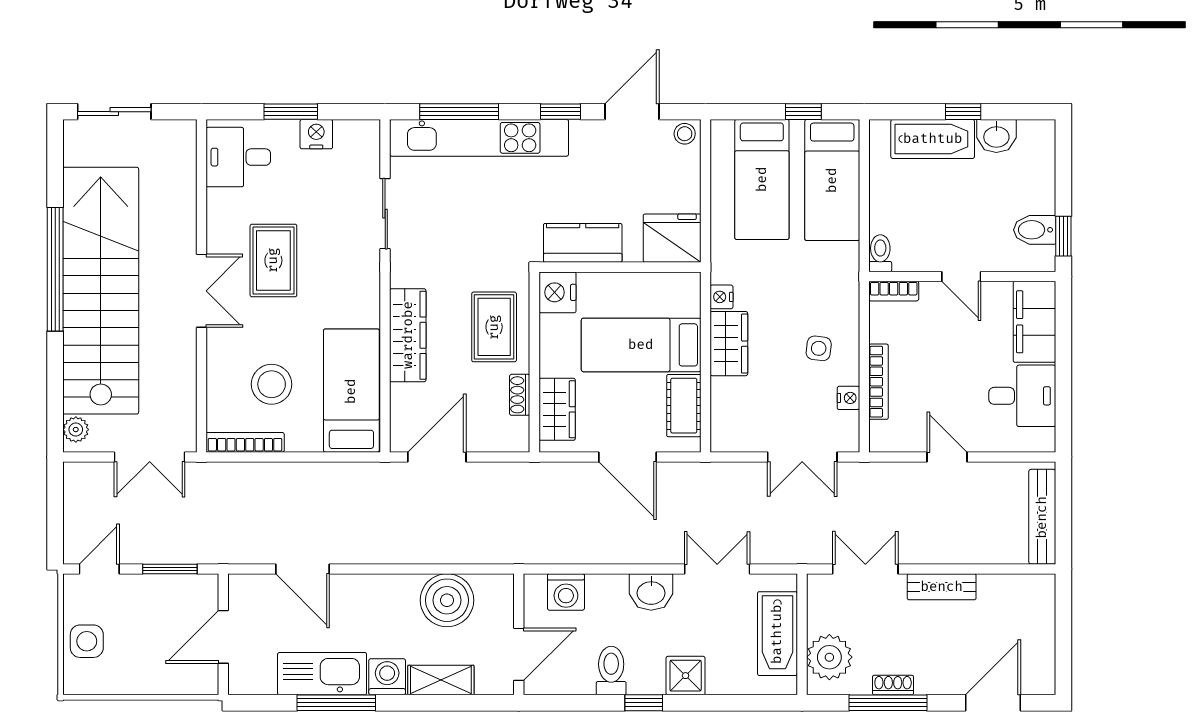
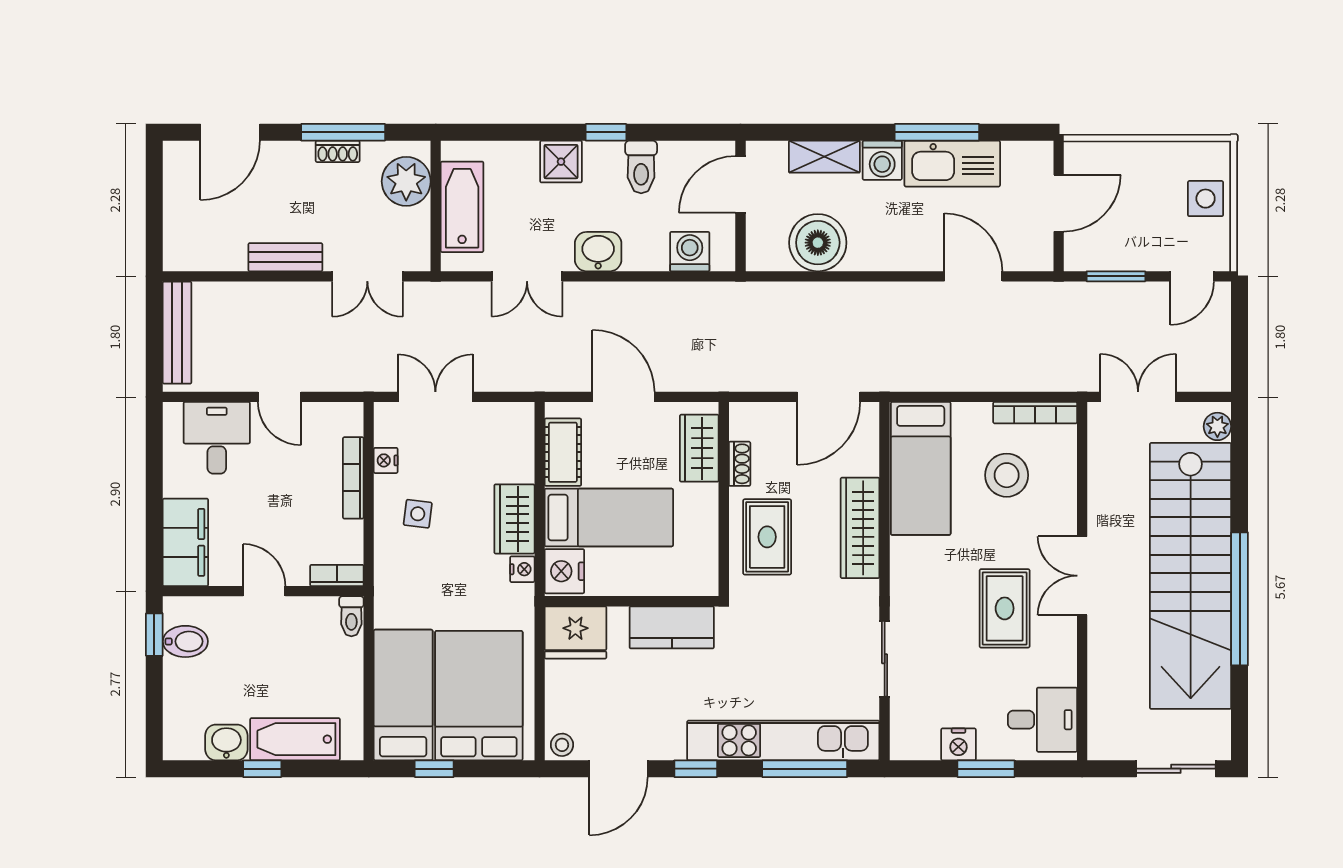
bed: (762, 179) -> (479, 696), width x1.50
nightstand: (557, 292) -> (564, 571), moved, turned 180
desk: (1022, 396) -> (217, 438), moved, turned 90

